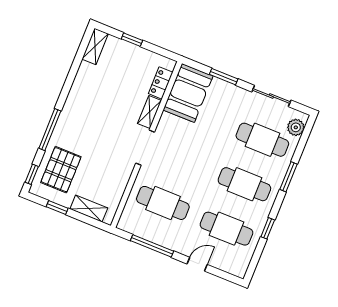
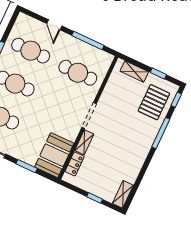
door: (197, 264) -> (54, 25), hinge flipped

